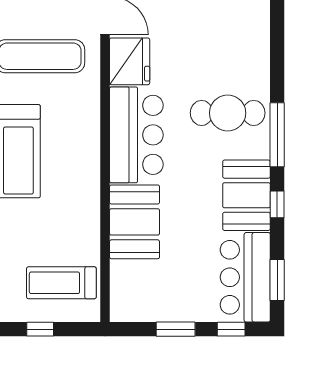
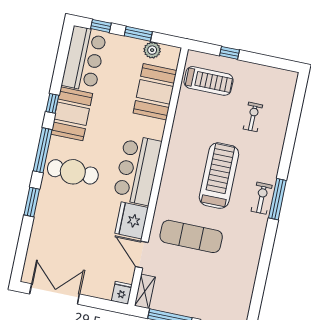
booth: (134, 222) -> (155, 92), moved
window: (277, 280) -> (32, 202), moved
plant: (151, 310) -> (152, 50), added

